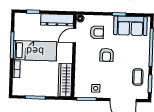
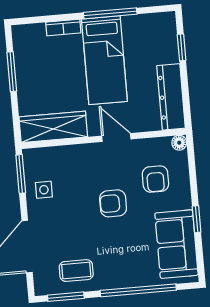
door: (74, 36) -> (116, 137), moved

